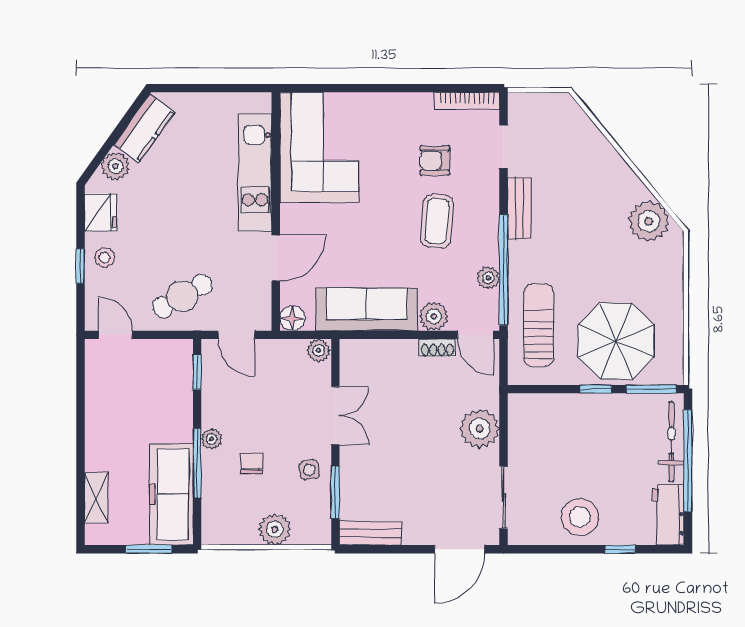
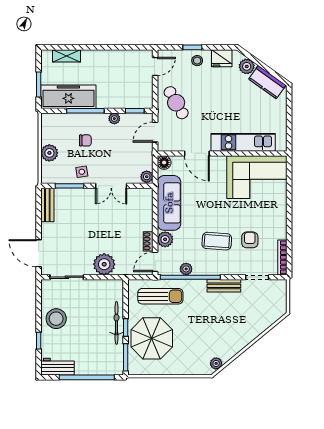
plant: (649, 221) -> (216, 363), width x0.53, depth x0.53
plant: (211, 439) -> (114, 119), moved
bicycle: (671, 442) -> (116, 323), moved, turned -90

